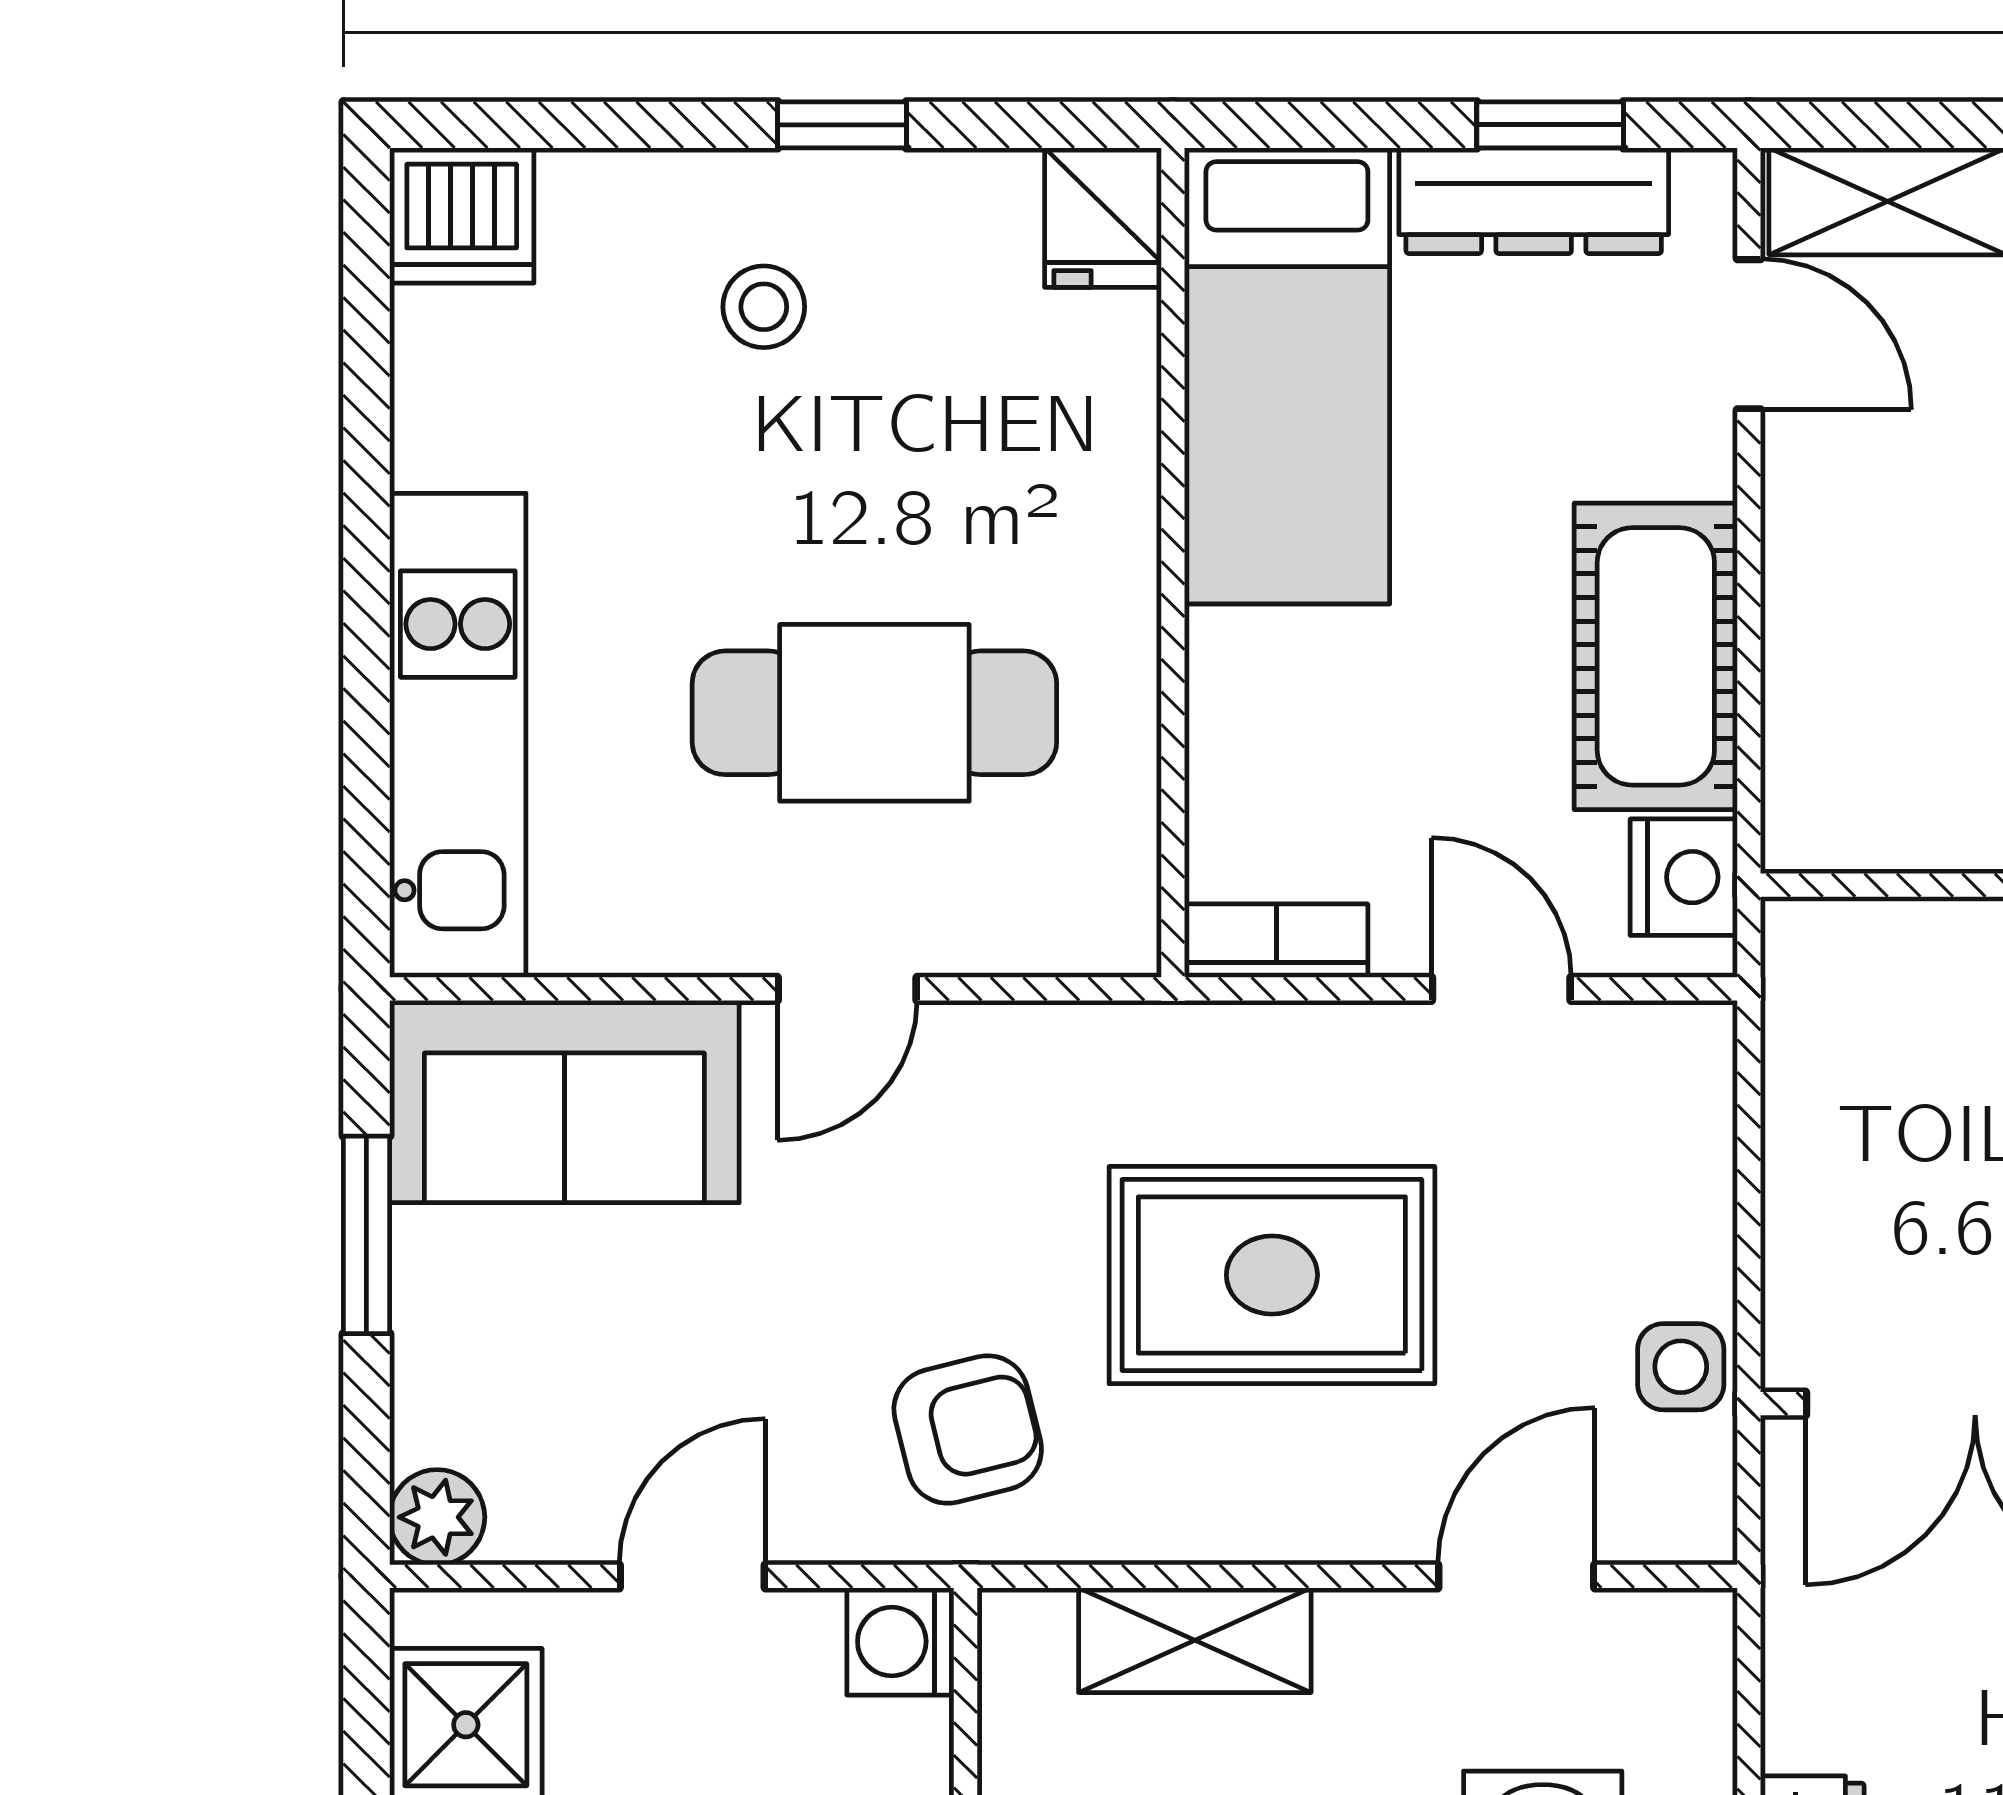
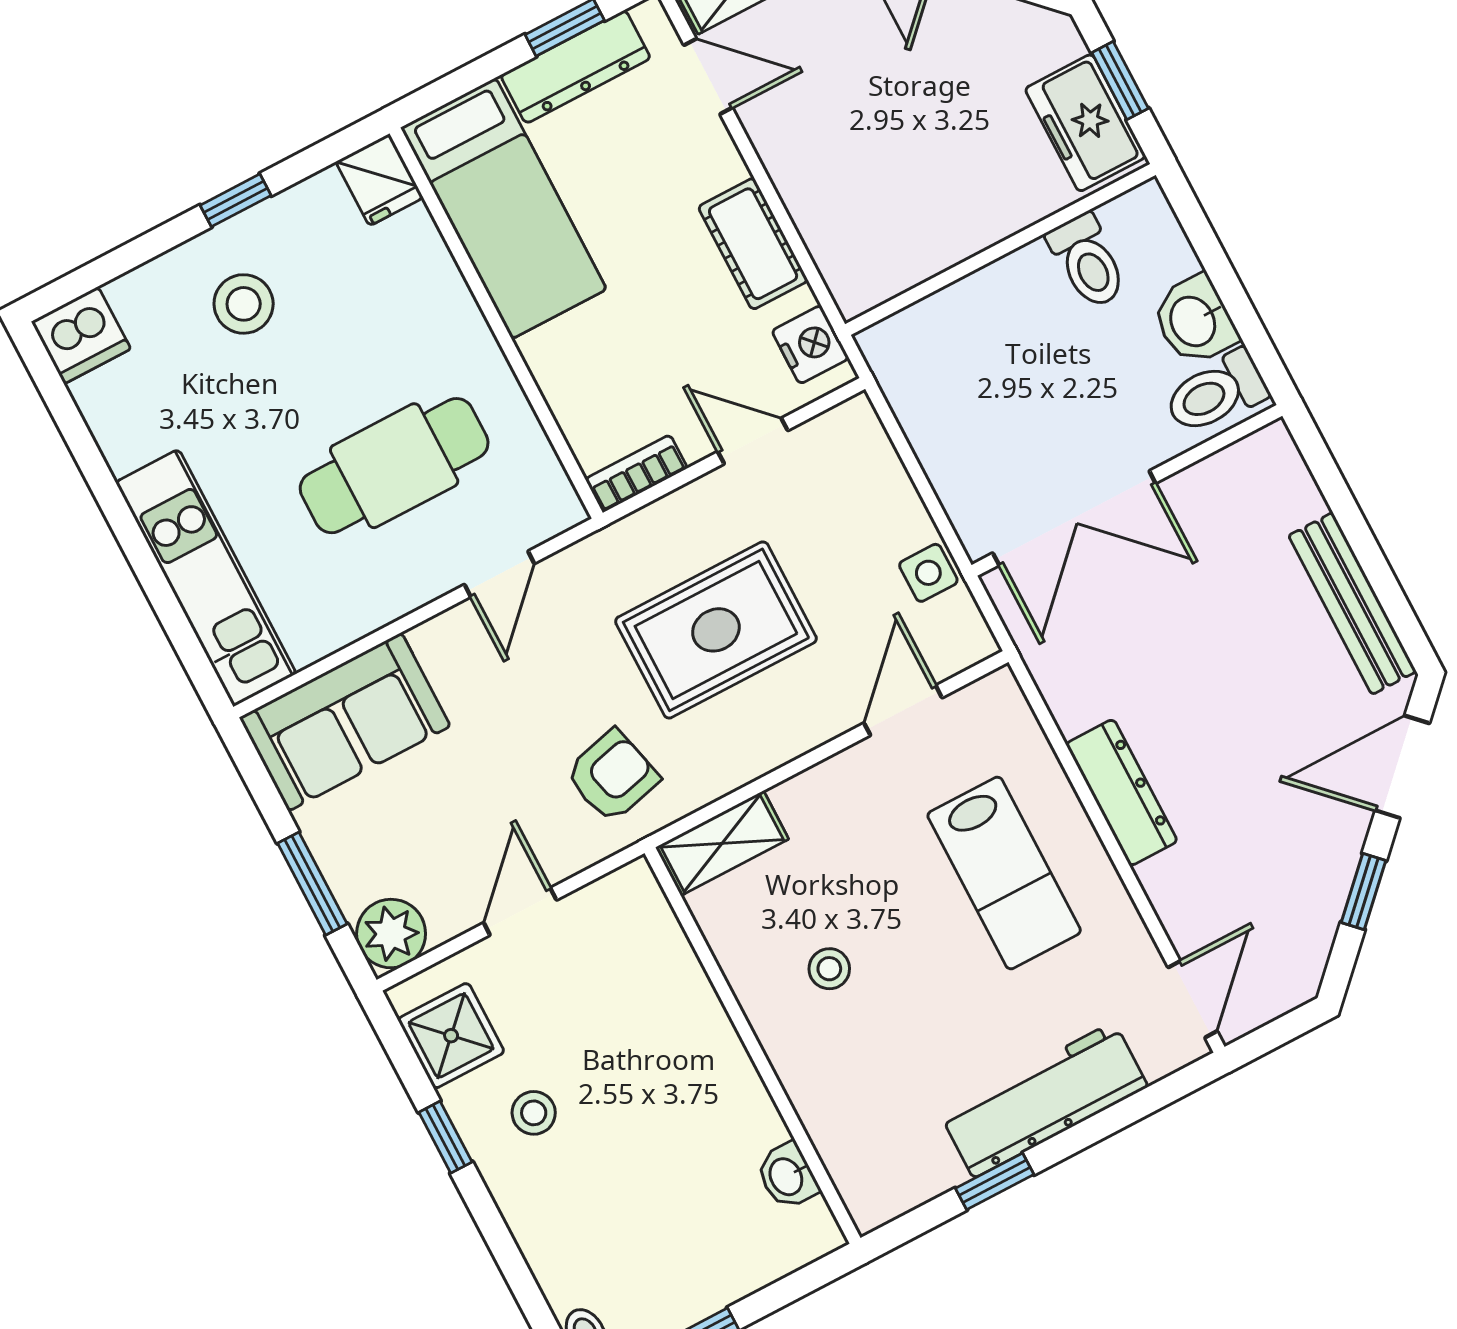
stool: (764, 307) -> (244, 304), width x1.37, depth x1.37
cot: (1656, 656) -> (753, 244), width x0.73, depth x0.75
door: (847, 989) -> (499, 574), moved
window: (366, 1235) -> (312, 884), moved
plant: (437, 1517) -> (391, 934), width x1.38, depth x1.38
shelving: (1195, 1640) -> (722, 843), moved
washing machine: (900, 1641) -> (633, 891), removed

